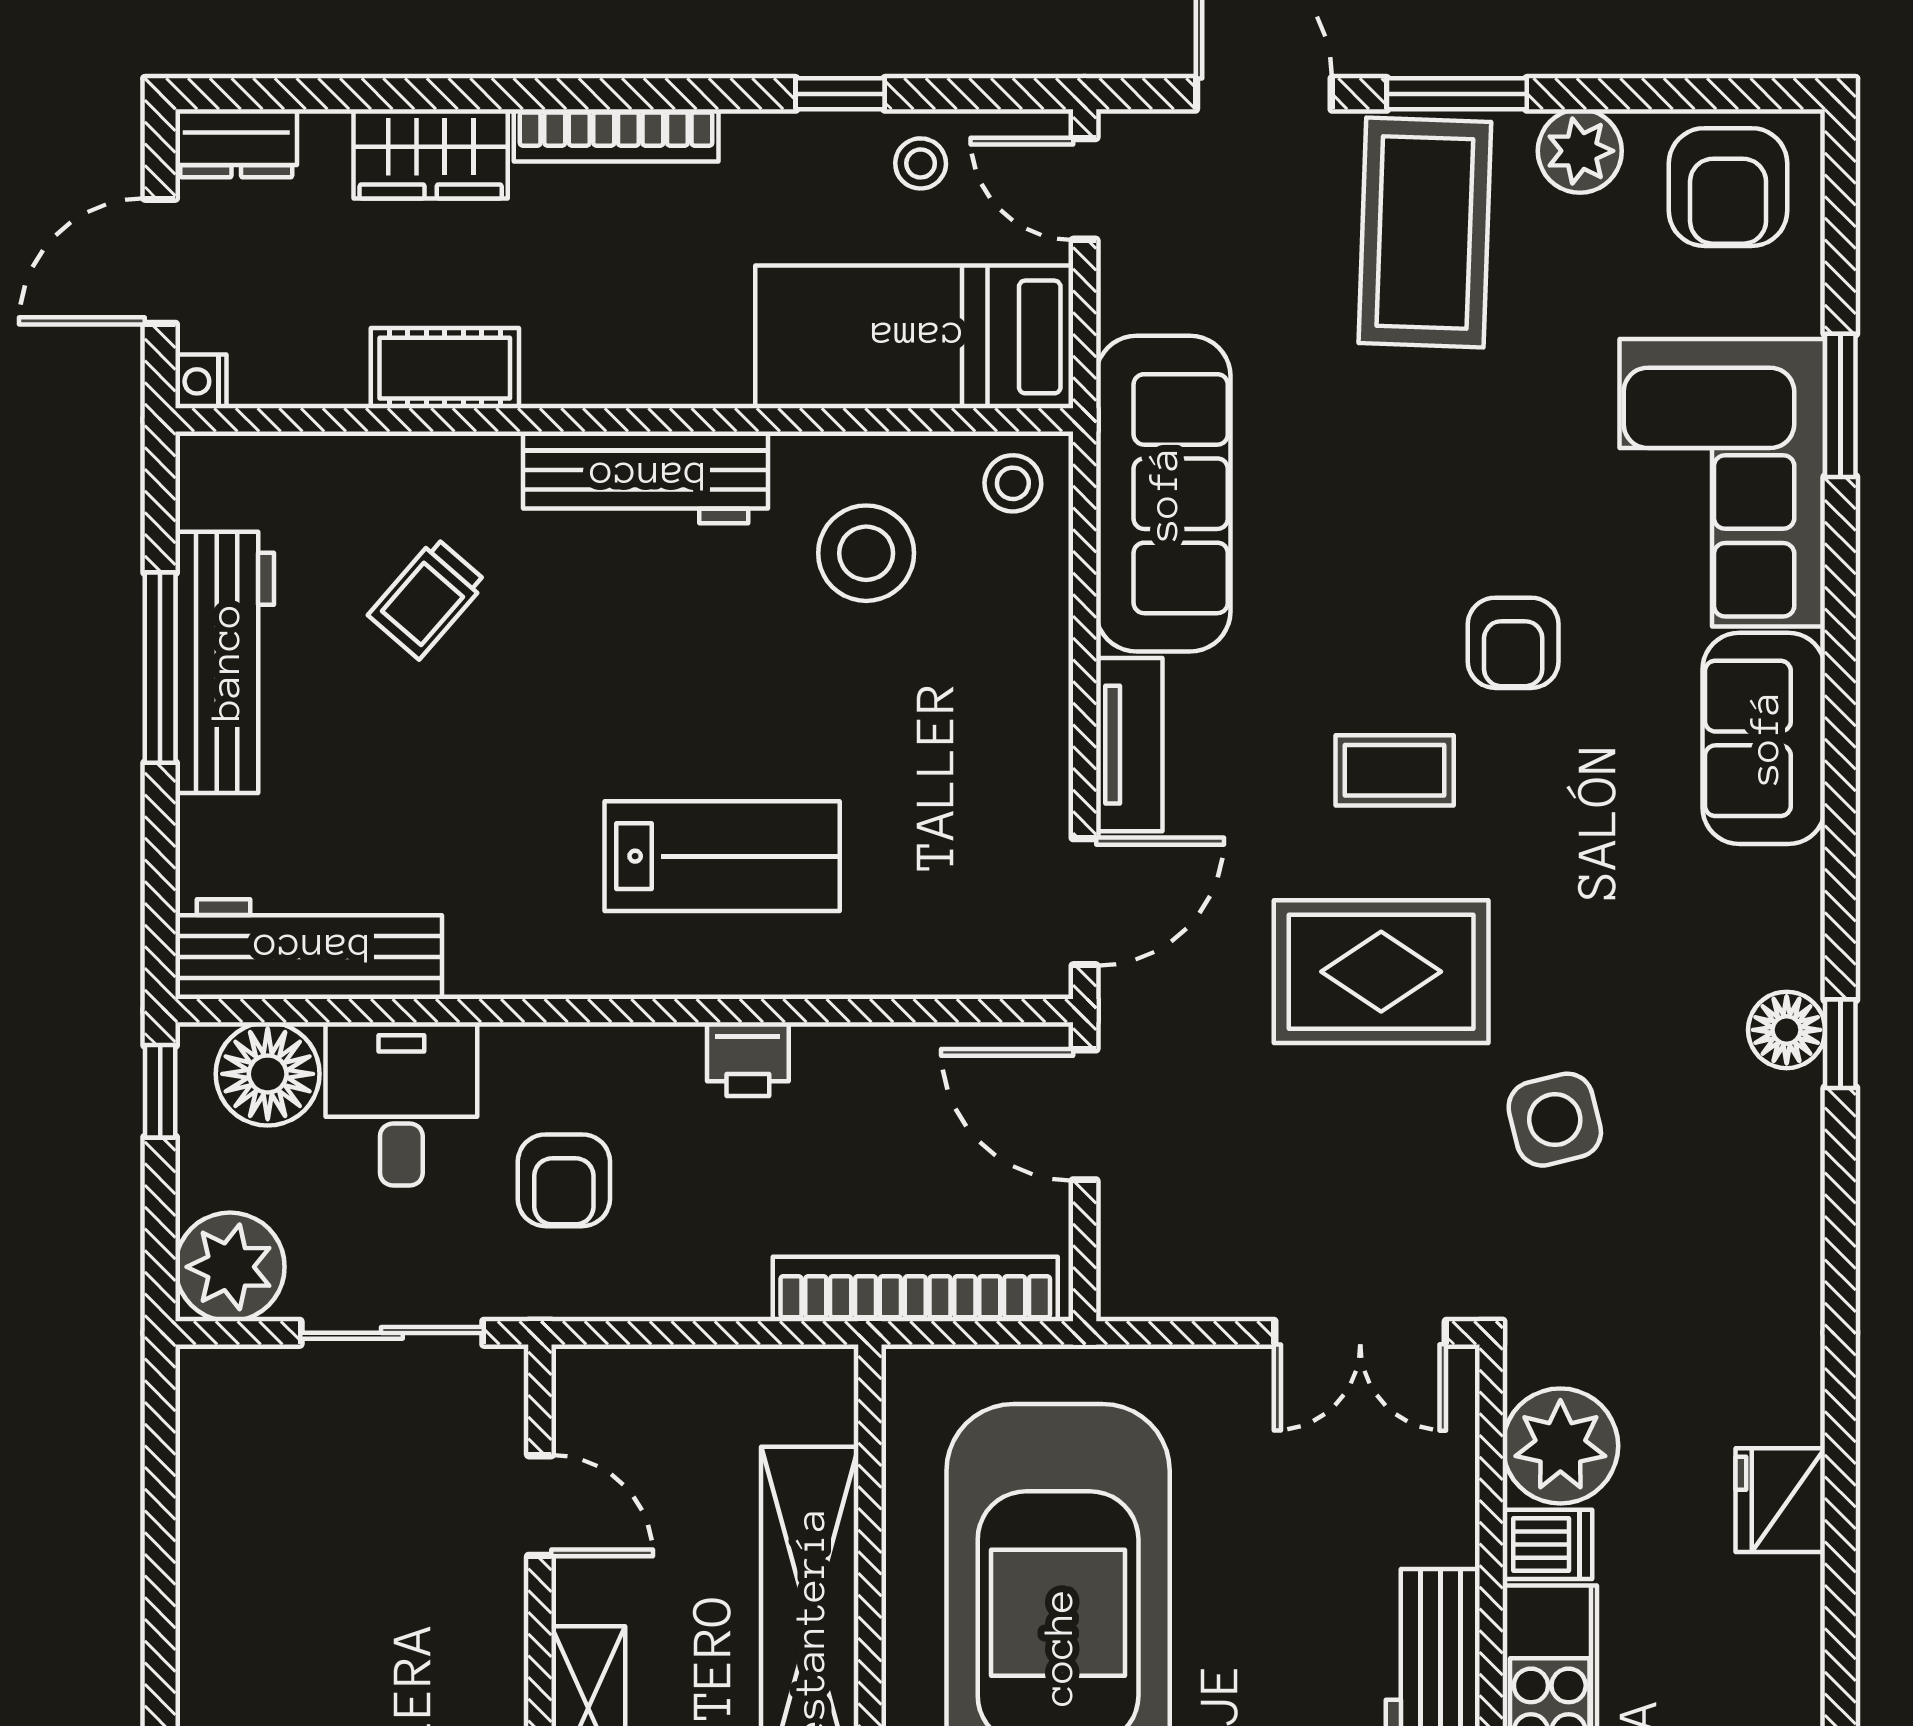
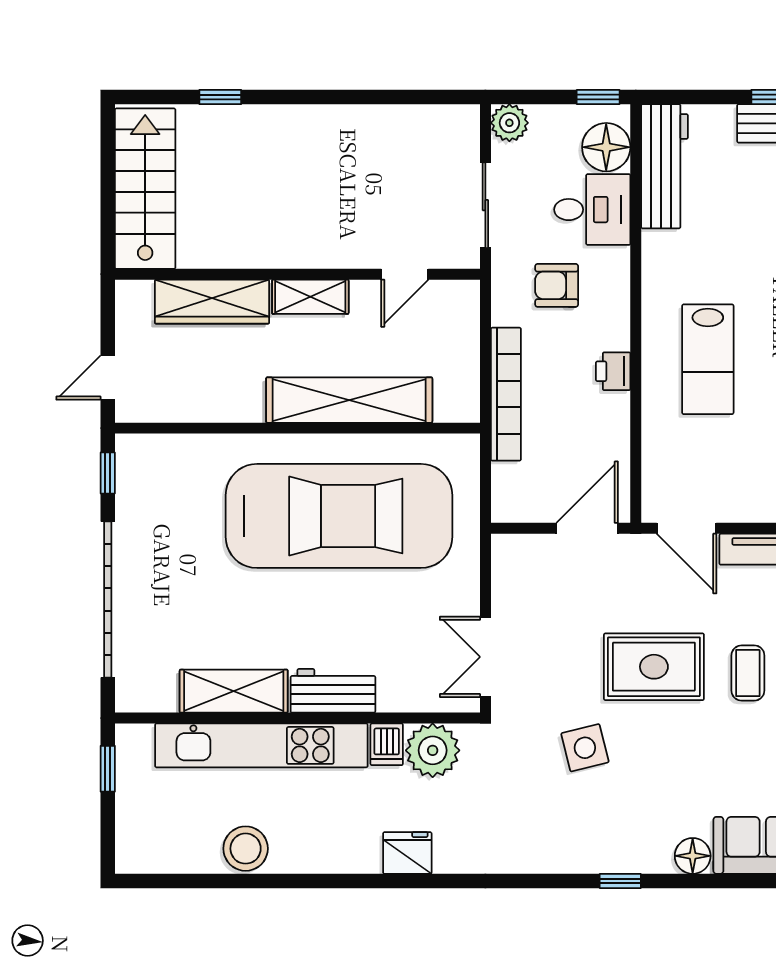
rug: (1381, 972) -> (654, 667), turned 90
floor lamp: (1787, 1030) -> (693, 856), moved
plant: (230, 1267) -> (509, 123), width x0.73, depth x0.73
bookcase: (915, 1289) -> (506, 394), moved

